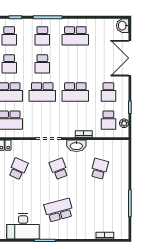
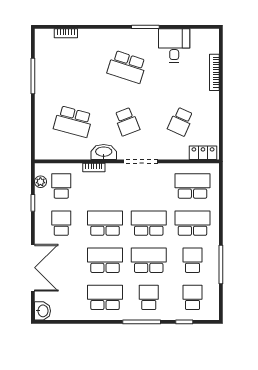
school desk: (42, 64) -> (149, 260), width x1.85
school desk: (75, 64) -> (105, 260), added
school desk: (99, 169) -> (73, 122), width x1.85
school desk: (59, 210) -> (127, 67), turned 33
desk: (23, 226) -> (174, 45), width x0.73

